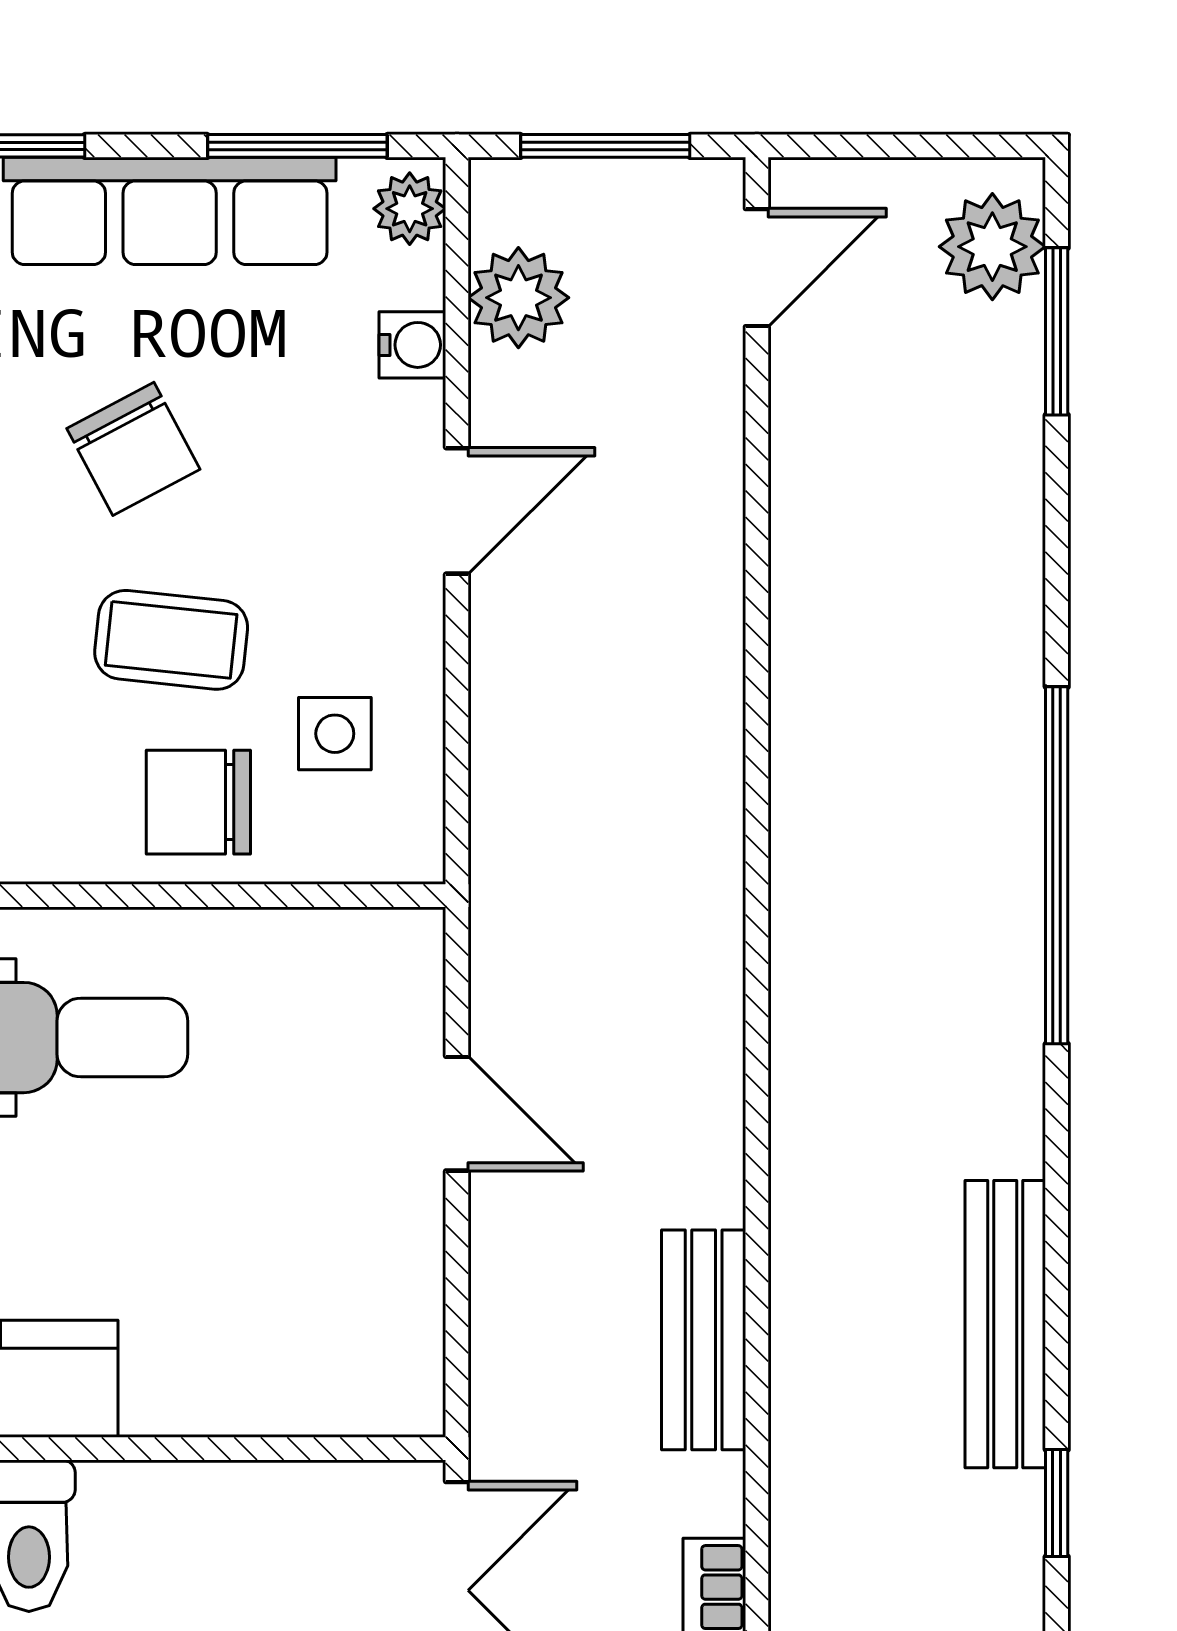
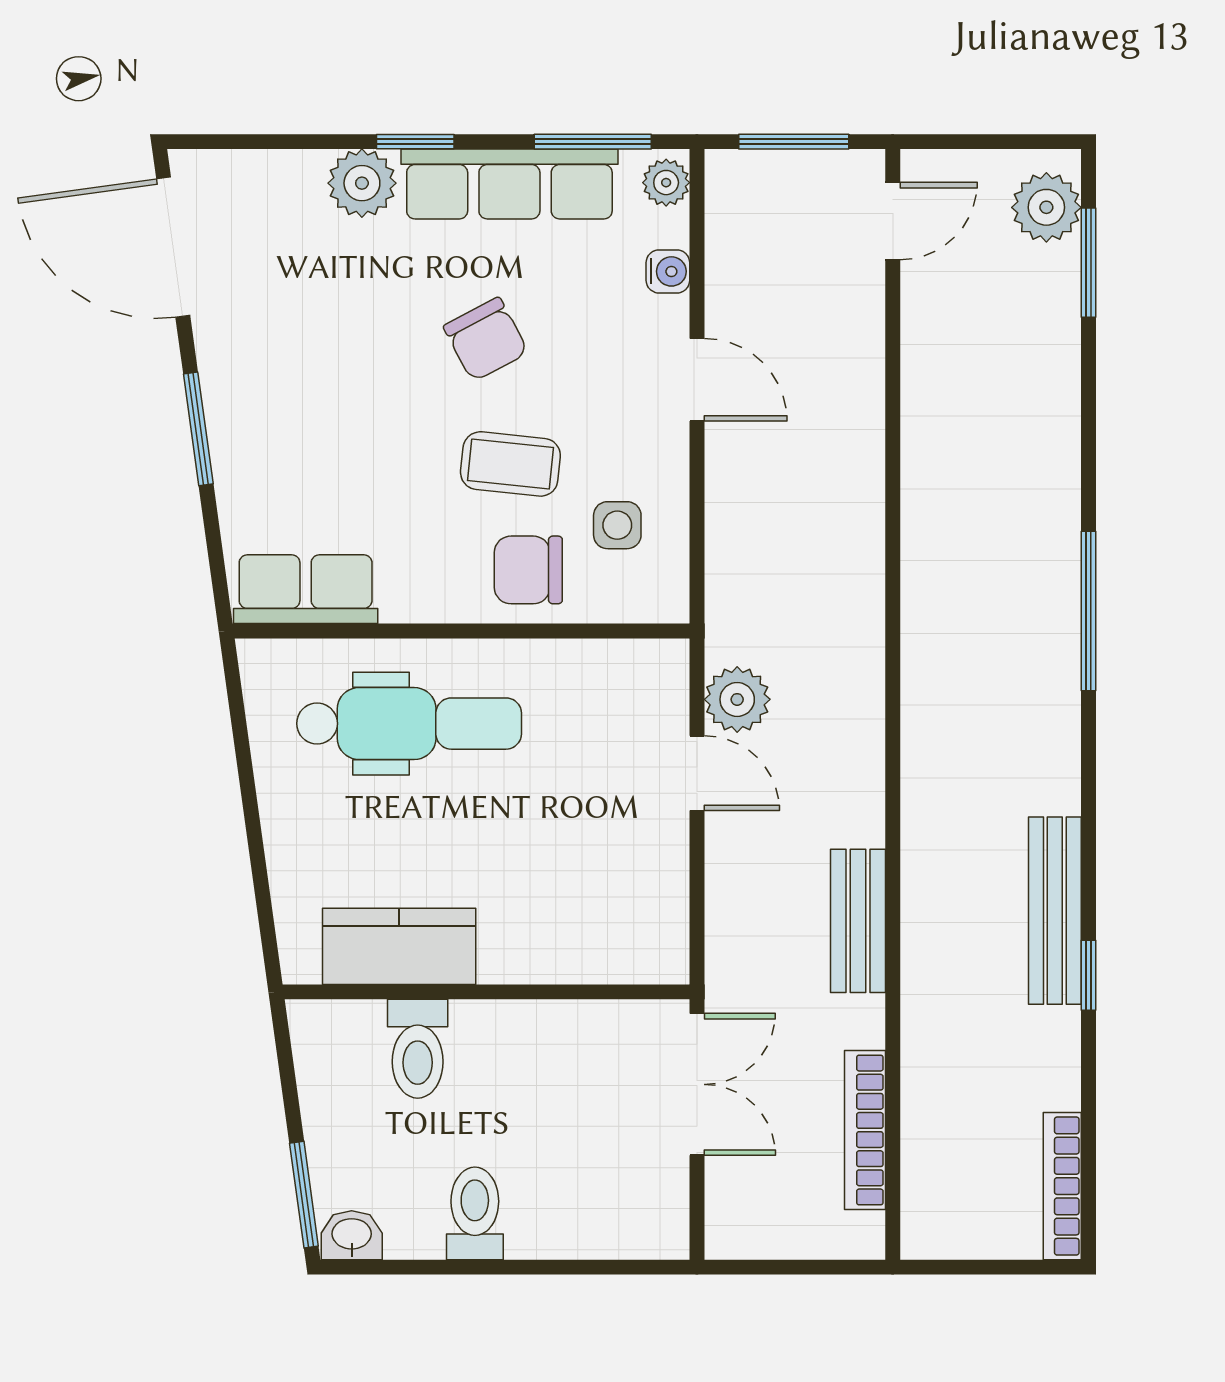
plant: (518, 298) -> (737, 699), moved
door: (457, 511) -> (697, 380), hinge flipped
window: (1057, 865) -> (1088, 611), width x0.68
window: (1057, 1503) -> (1088, 975), moved

